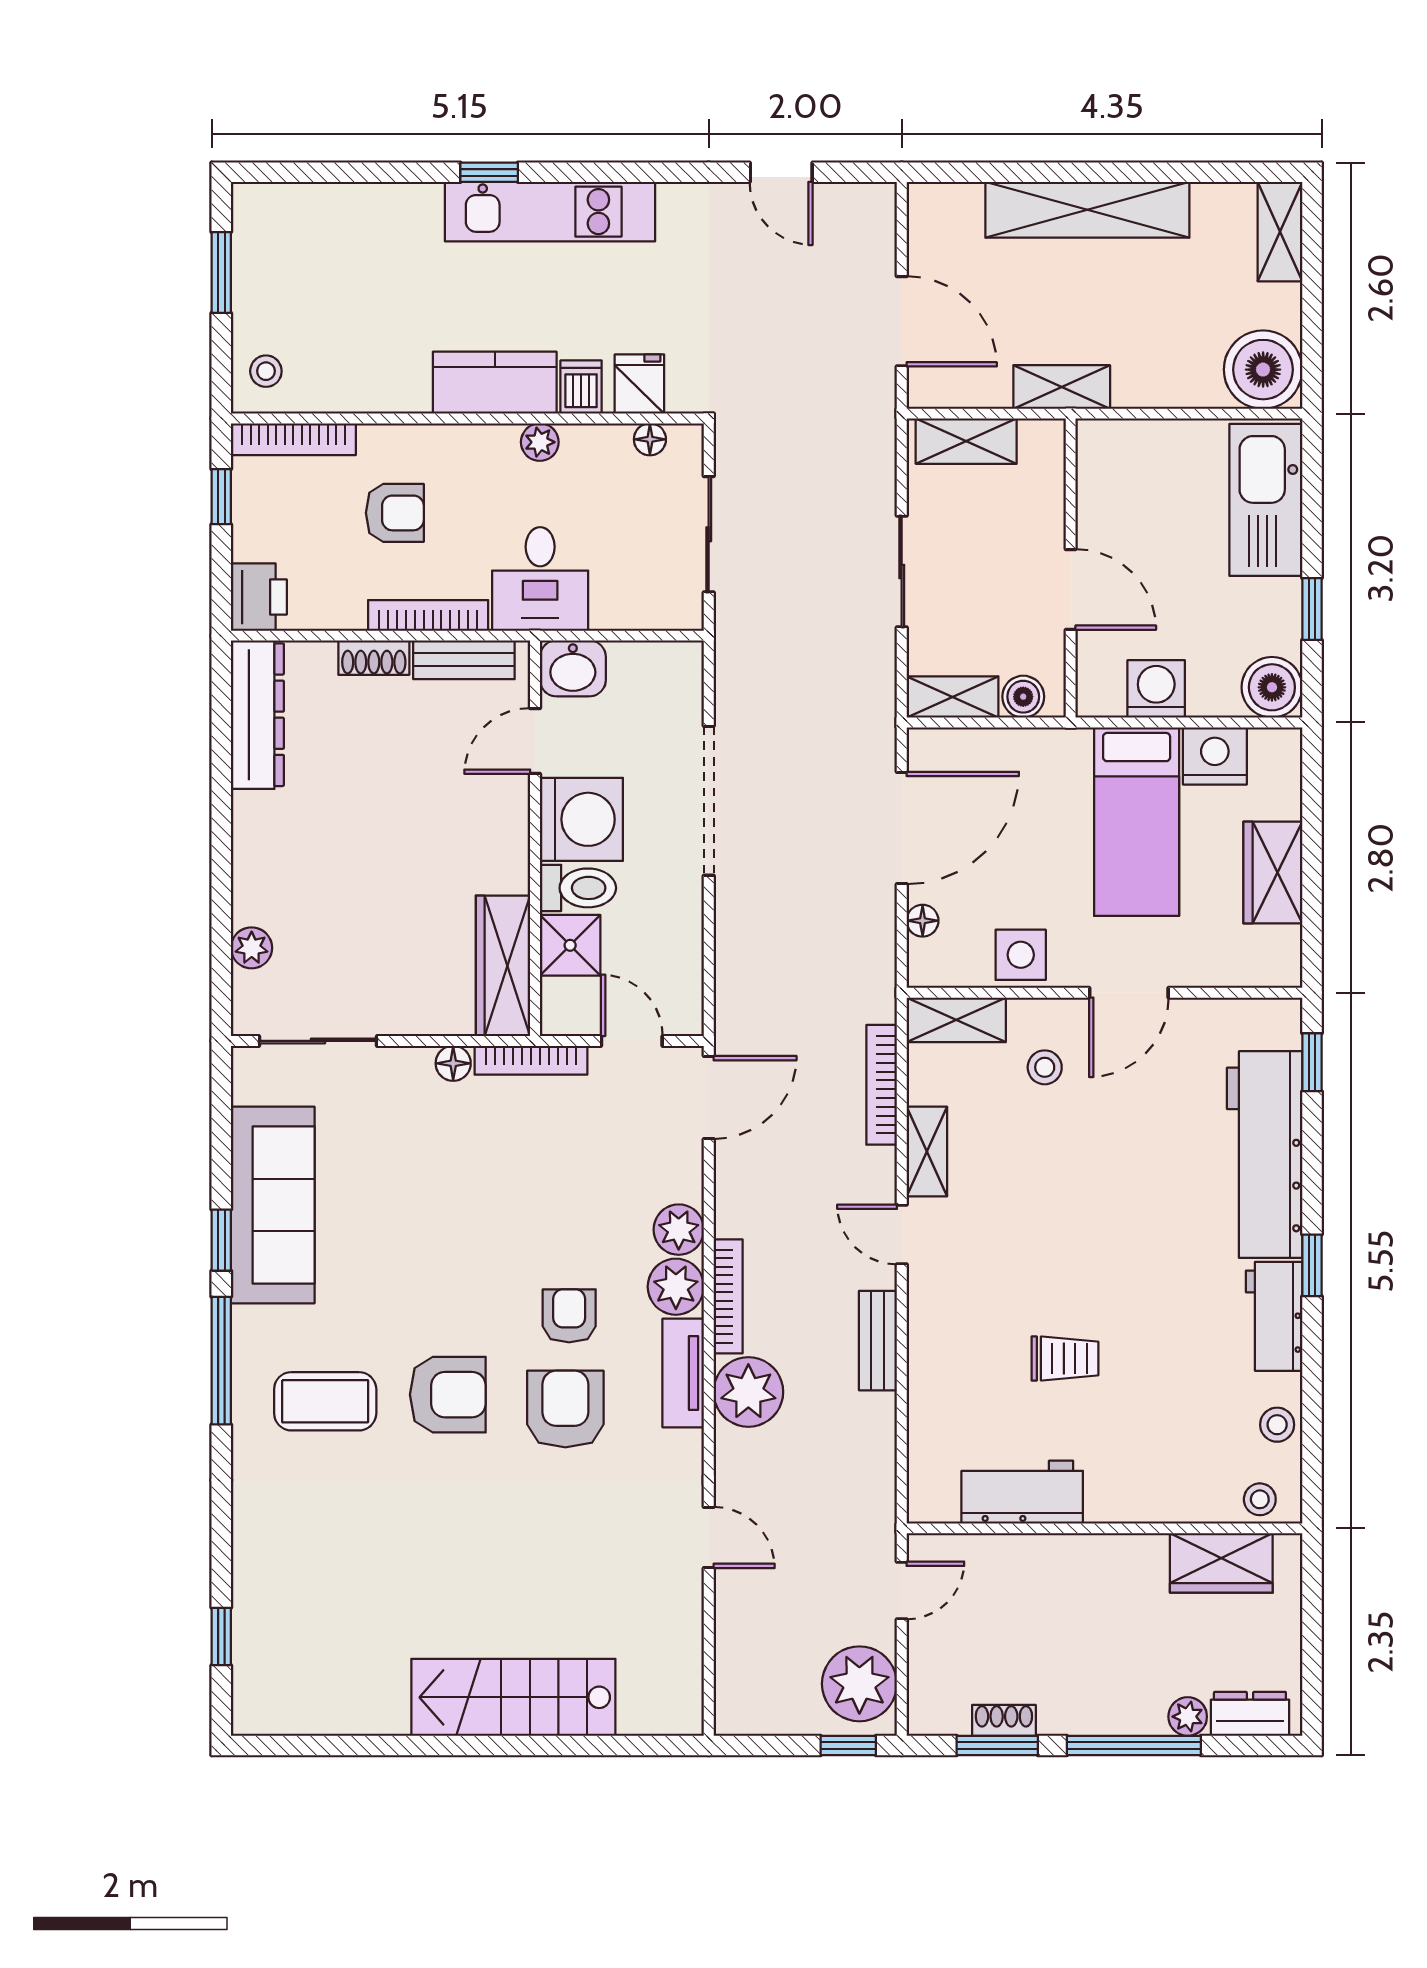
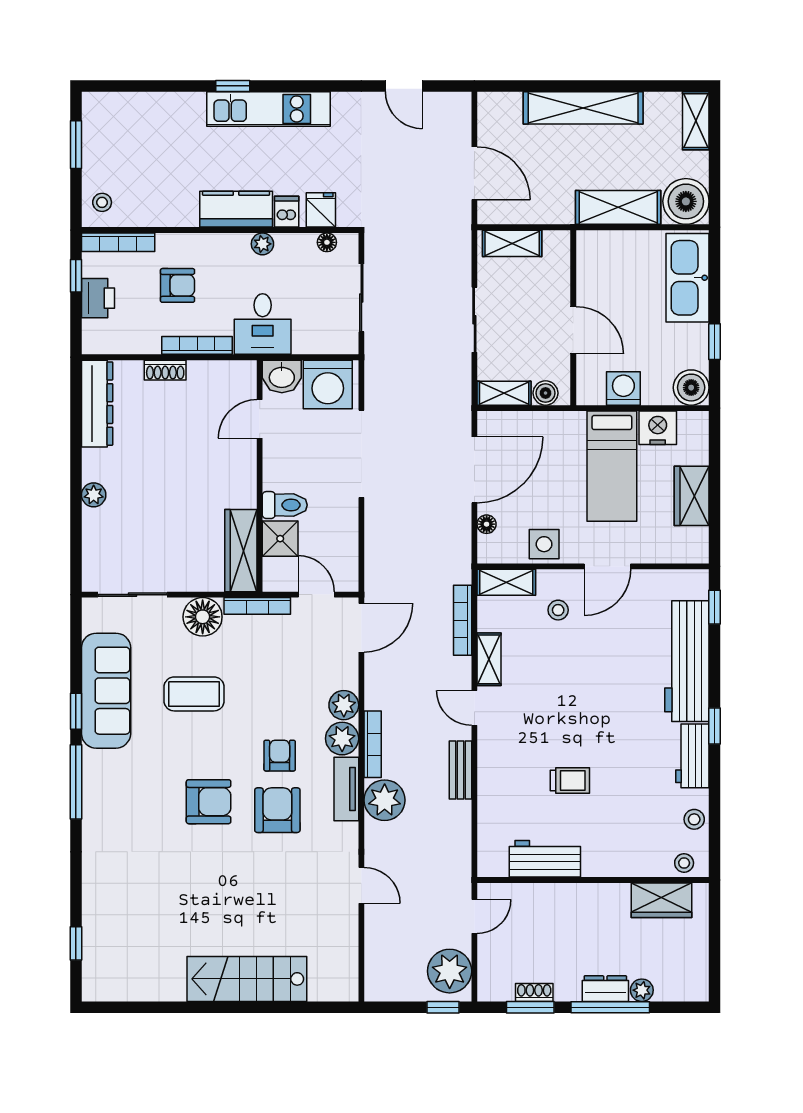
shelving: (1062, 387) -> (618, 207), moved, width x1.50, depth x1.33
printer: (259, 597) -> (98, 298), moved
bench: (464, 660) -> (218, 371), removed
washing machine: (581, 819) -> (328, 384), moved, turned 90
plant: (252, 948) -> (94, 495), moved
floor lamp: (453, 1063) -> (203, 617), width x1.89, depth x1.89
coffee table: (325, 1401) -> (194, 694), moved
dresser: (1250, 1714) -> (605, 989), moved

